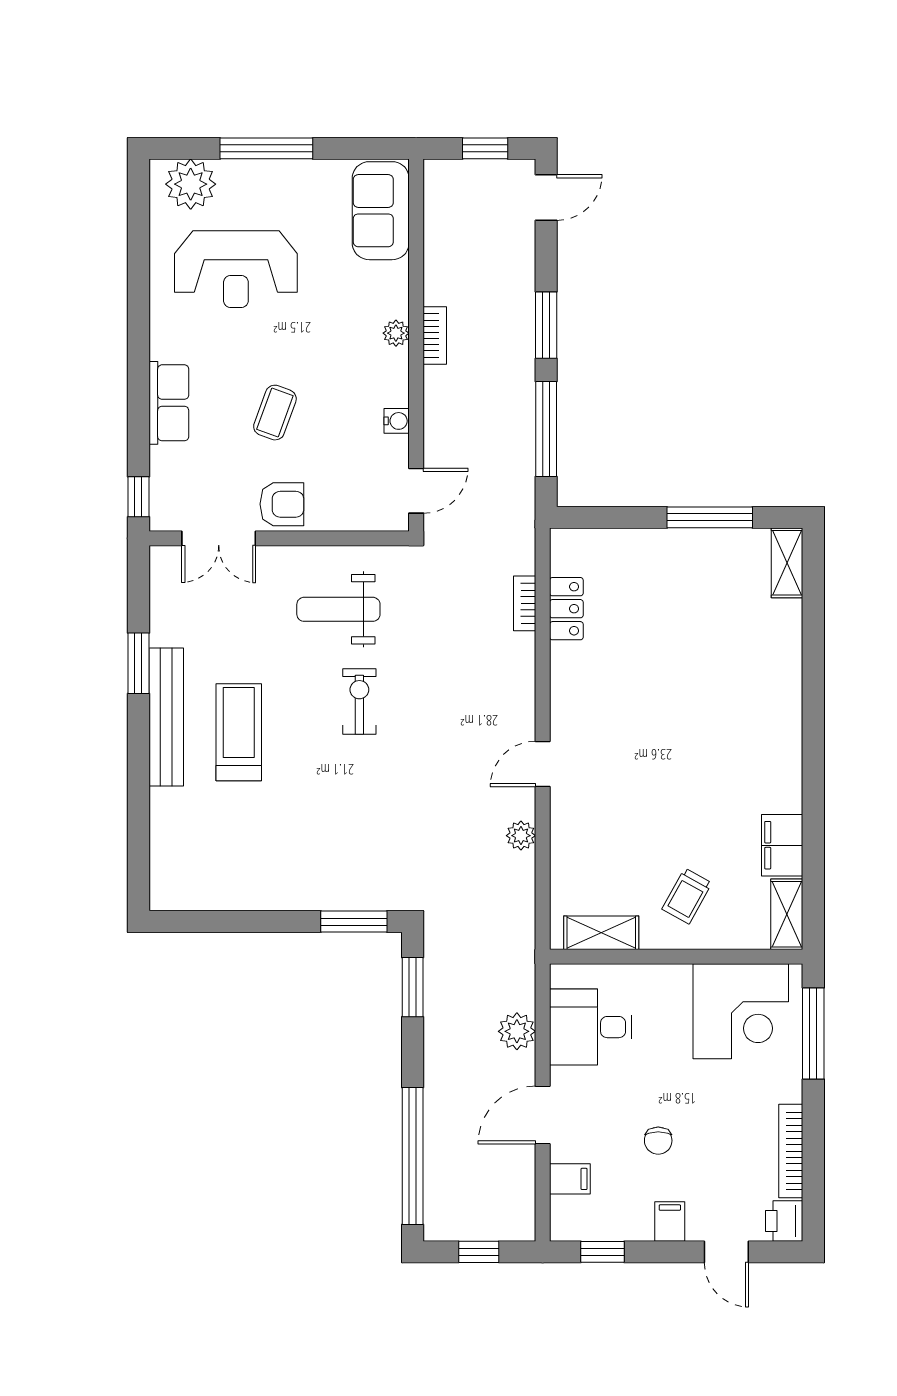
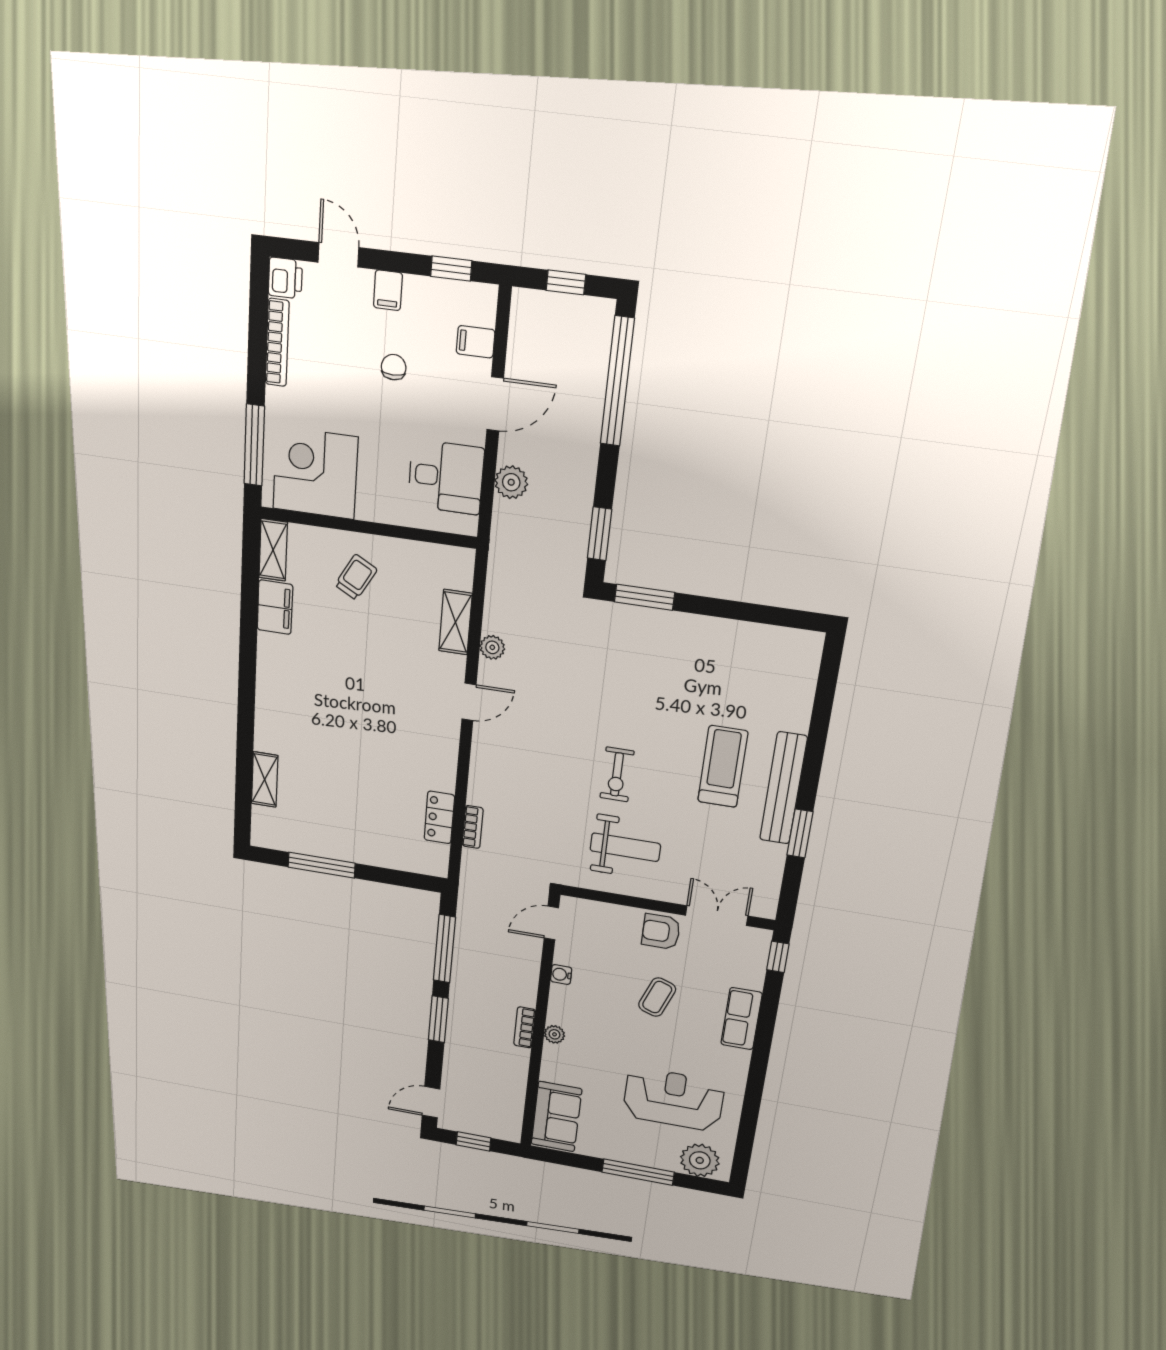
shelving: (787, 563) -> (265, 779), moved
treadmill: (239, 732) -> (723, 767), turned 180
shelving: (601, 933) -> (455, 622), moved, turned 90

